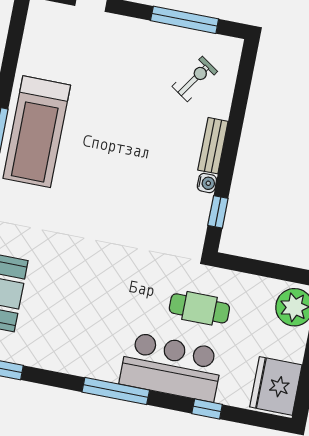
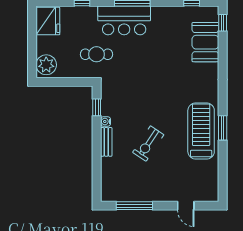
exercise bike: (195, 79) -> (148, 144), moved, width x1.38, depth x1.39
bar counter: (171, 367) -> (124, 20), moved

